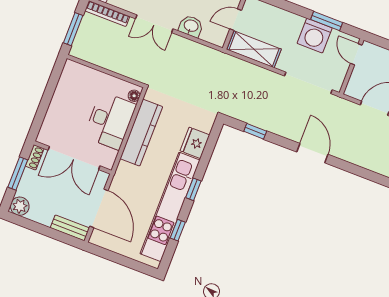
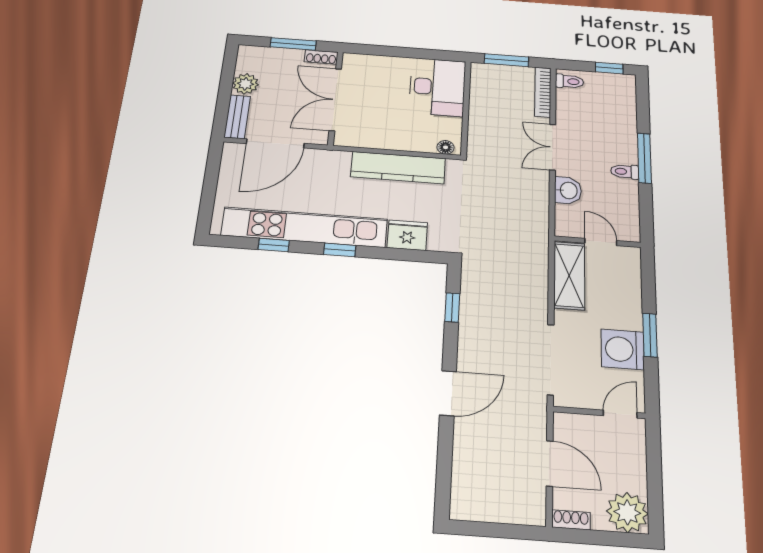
window: (327, 21) -> (650, 335), moved
desk: (110, 121) -> (437, 87), moved, turned -90
plant: (20, 206) -> (245, 84), moved

